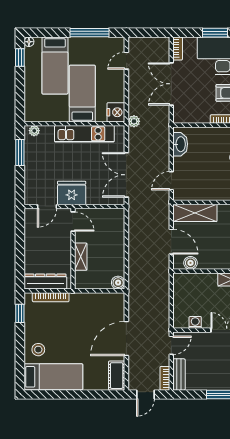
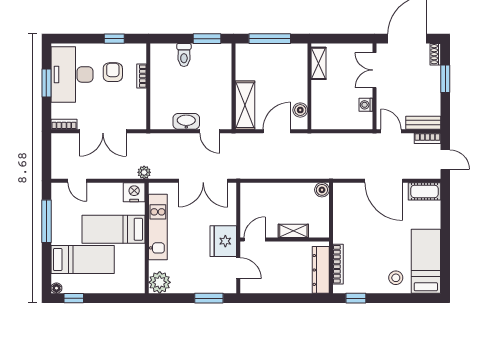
plant: (34, 131) -> (160, 282), width x1.88, depth x1.88
washbasin: (180, 144) -> (186, 121), moved
window: (20, 153) -> (209, 298), moved

